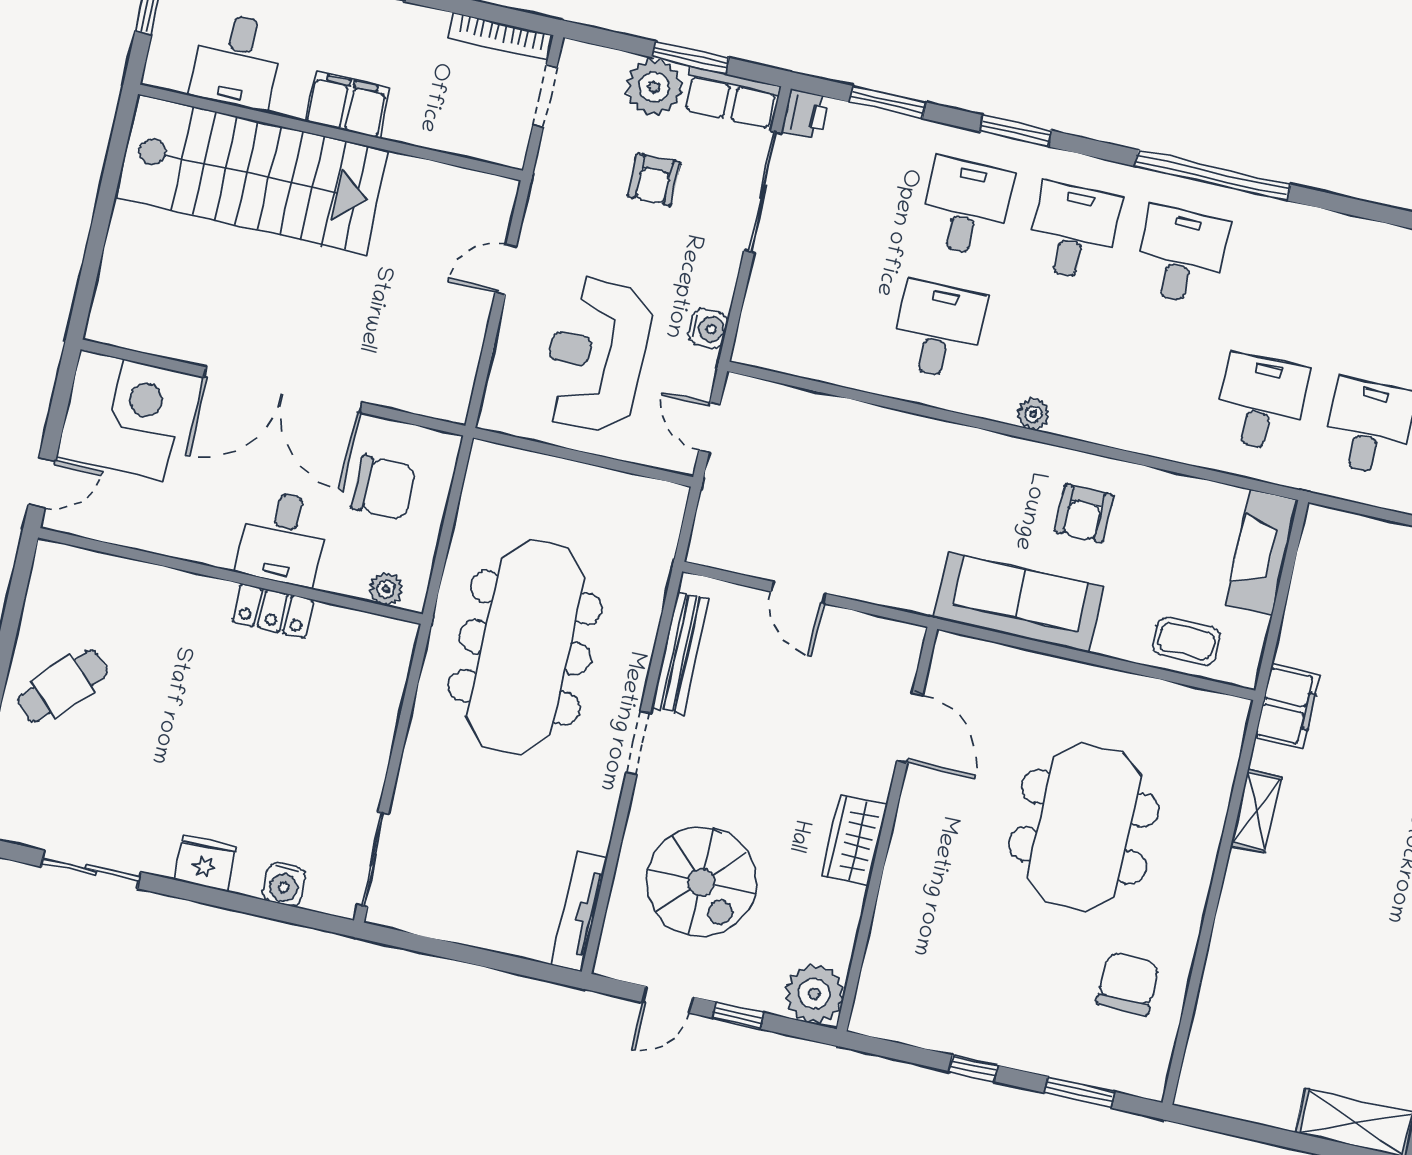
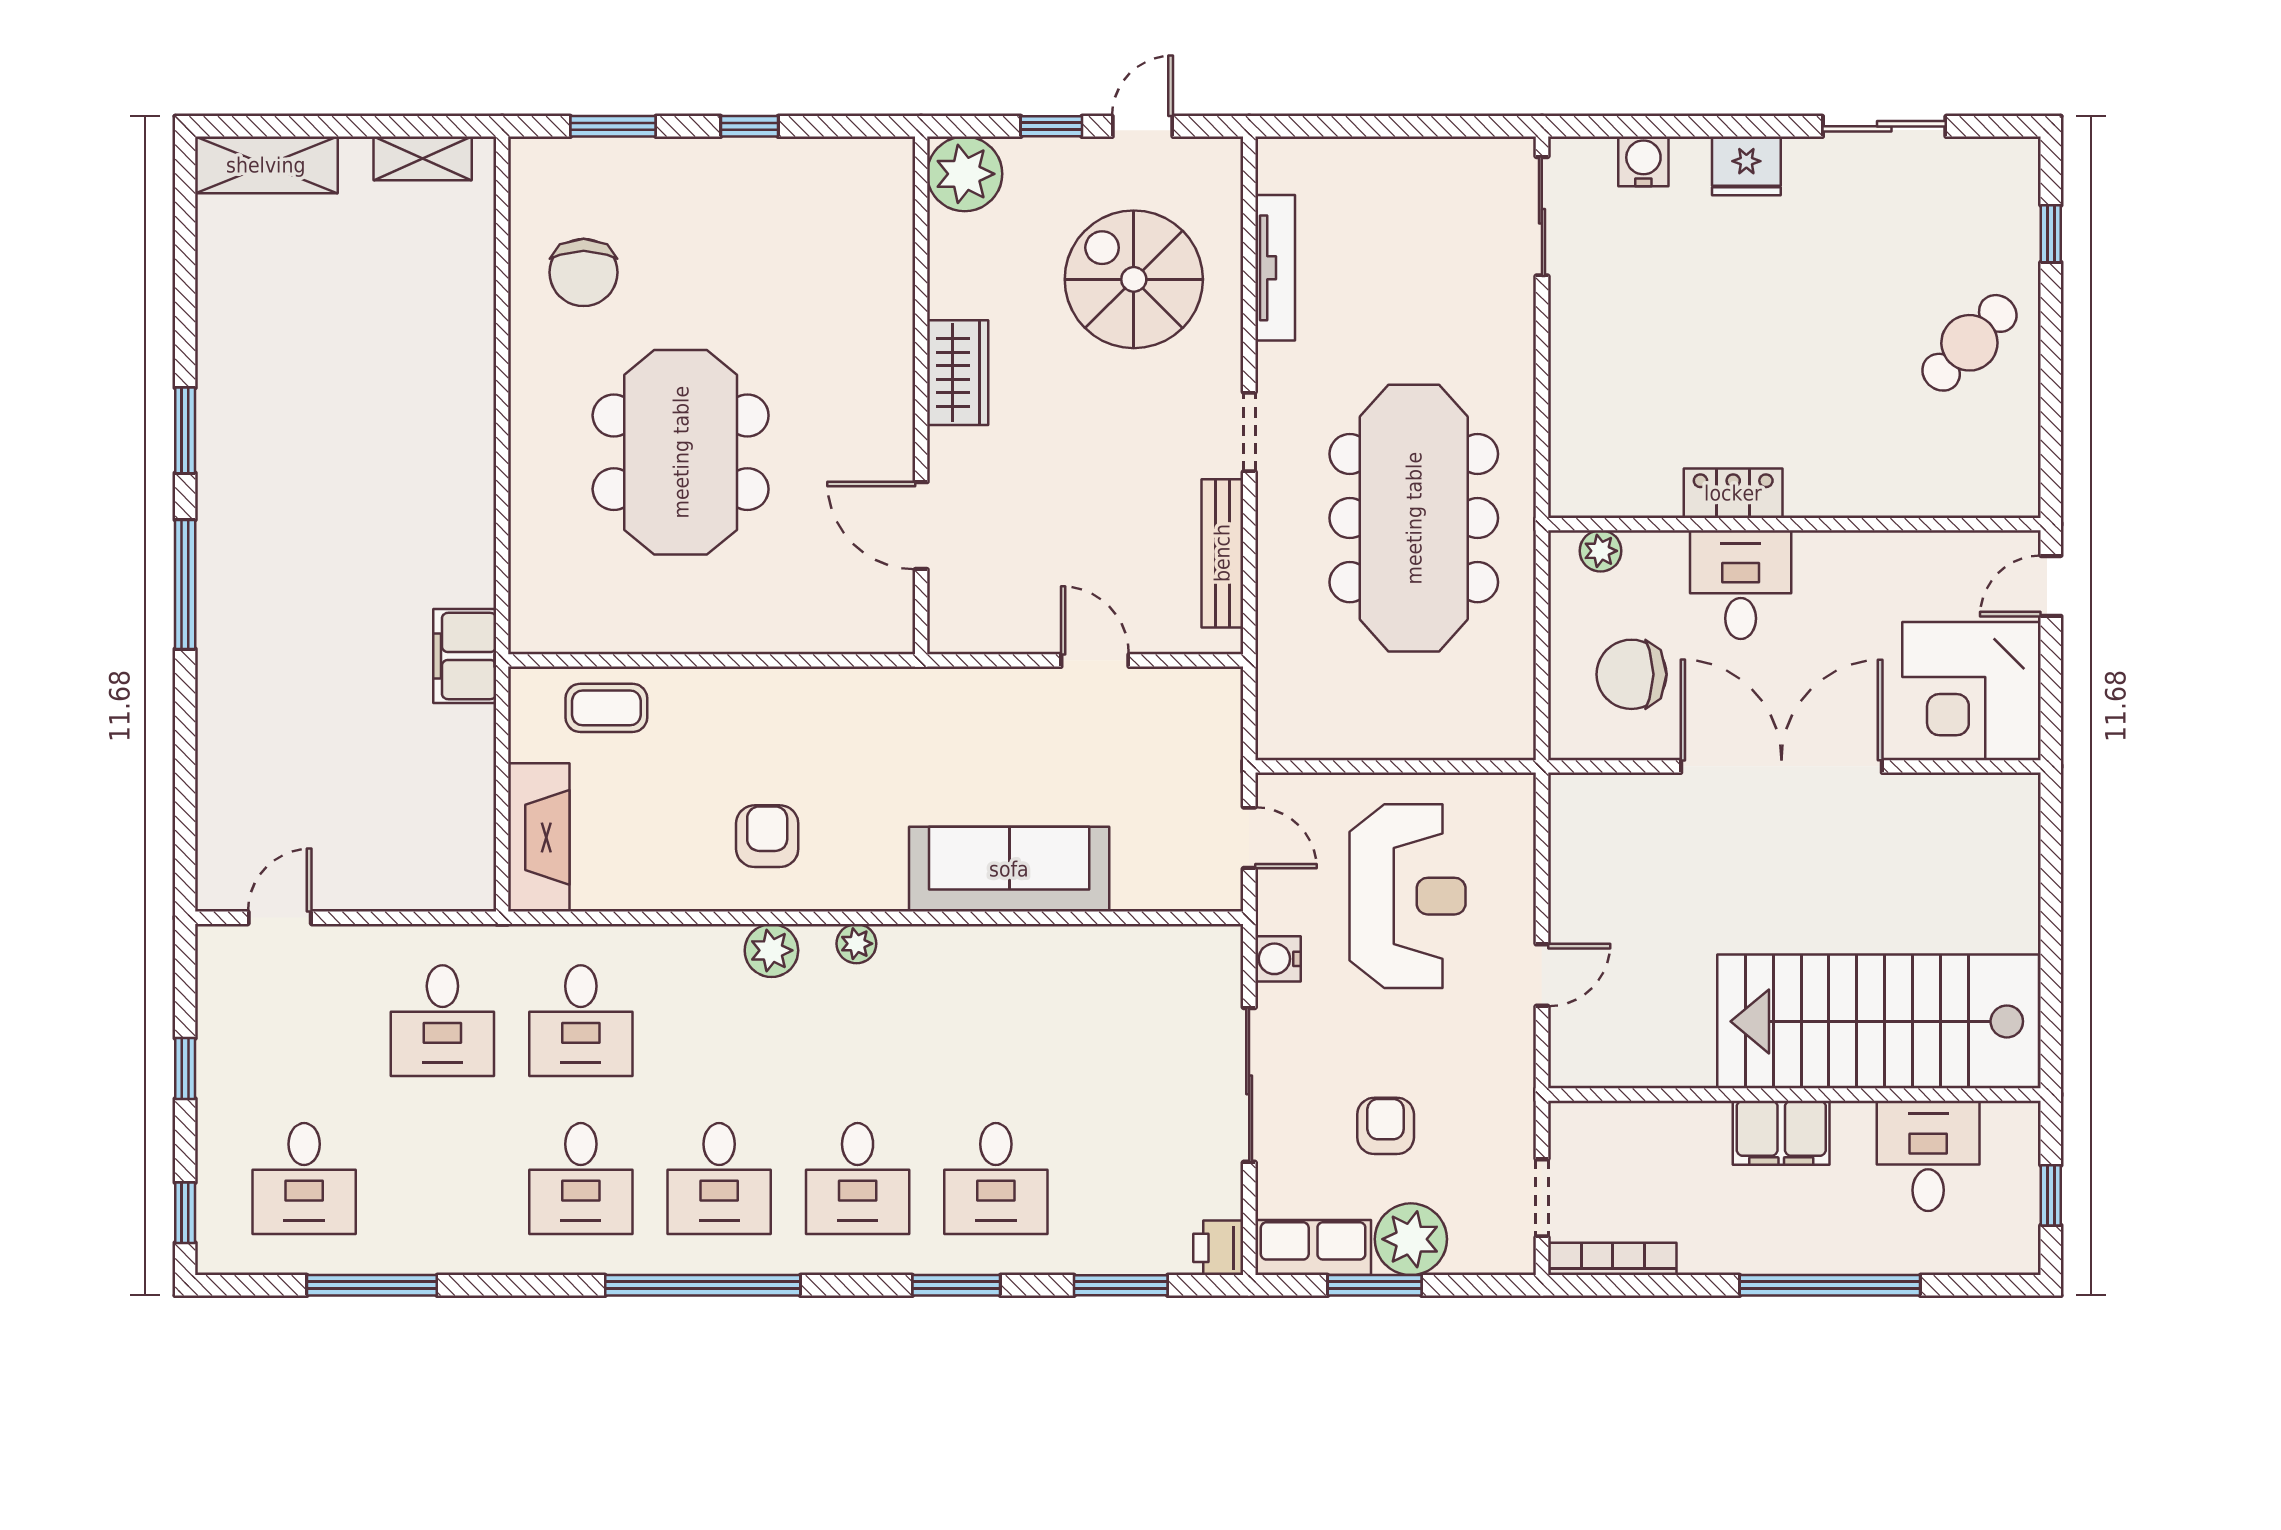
sliding door: (763, 192) -> (1249, 1085), moved
desk: (938, 330) -> (581, 1178), moved
plant: (1101, 424) -> (771, 950), added
sofa: (1018, 602) -> (1009, 869), moved, turned 180
shelving: (1256, 811) -> (423, 158), moved, turned 90
tv unit: (579, 912) -> (1275, 268), moved

